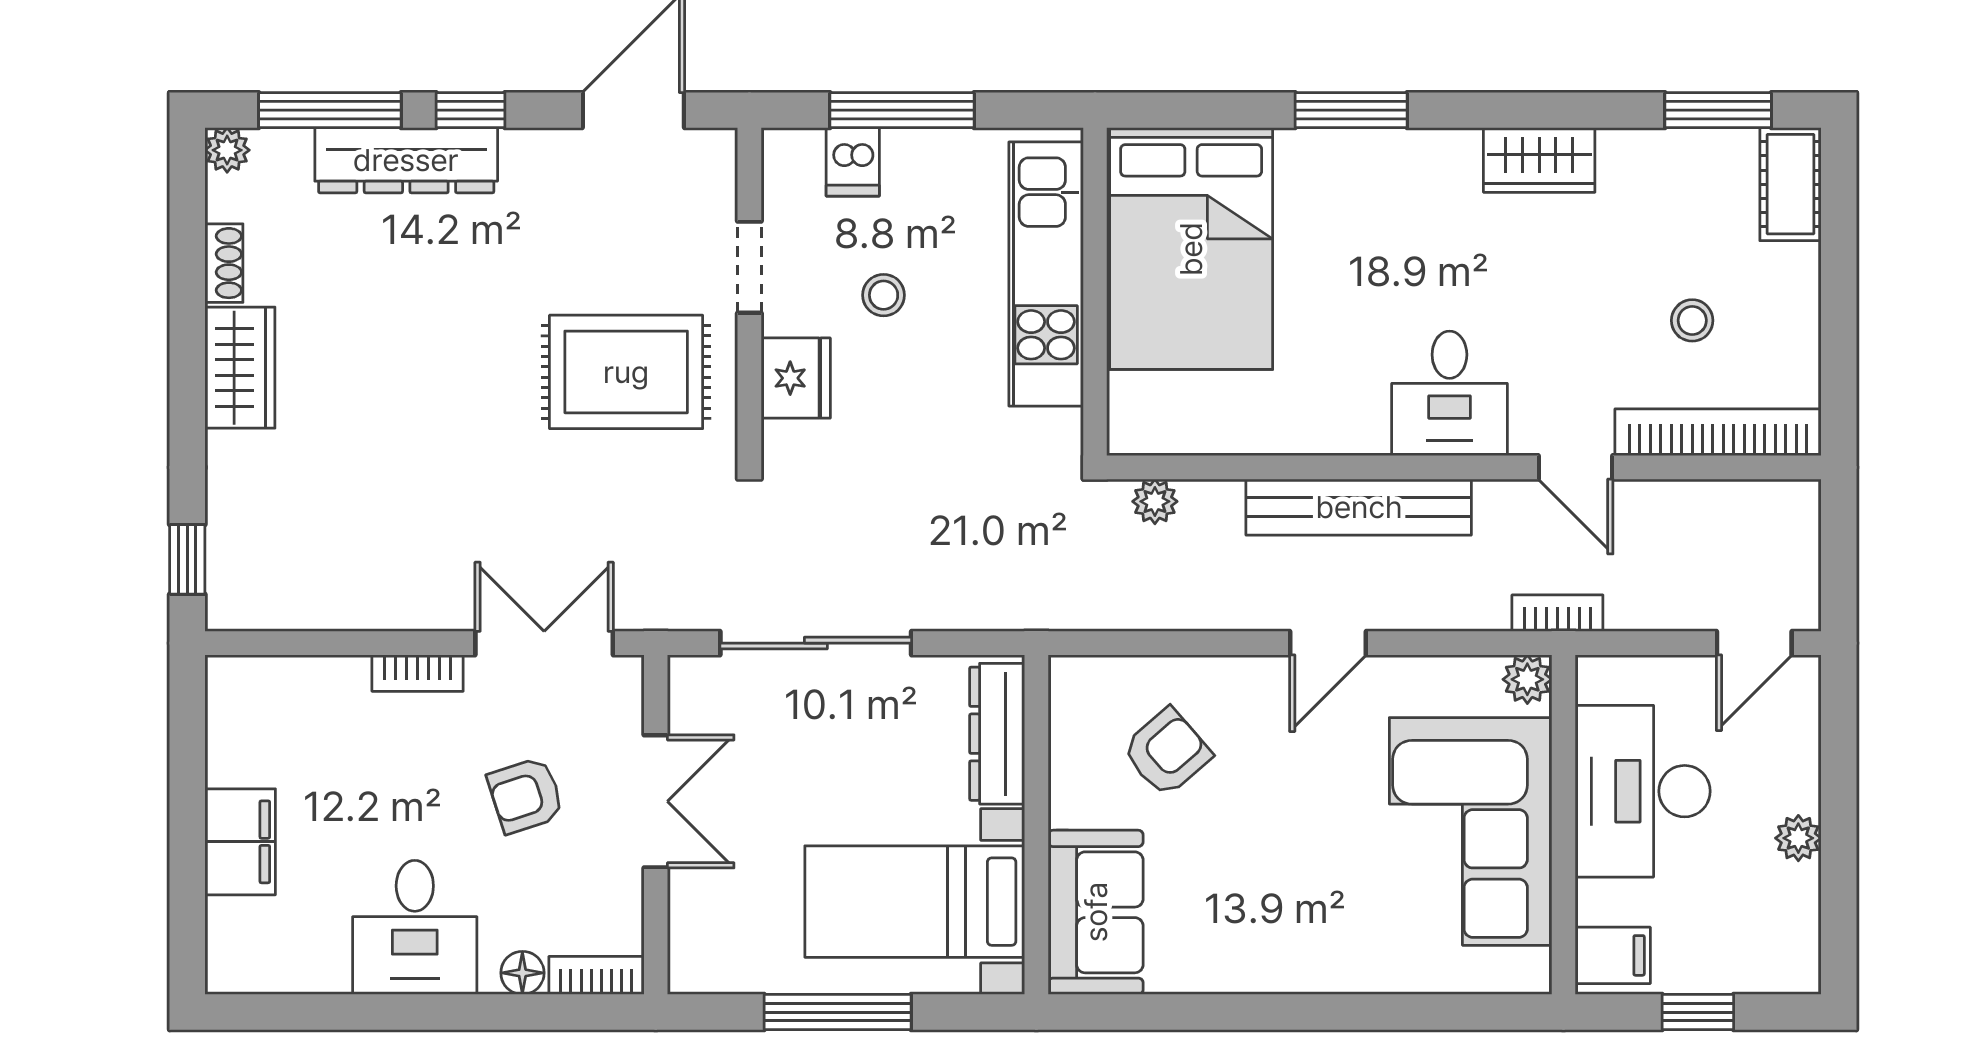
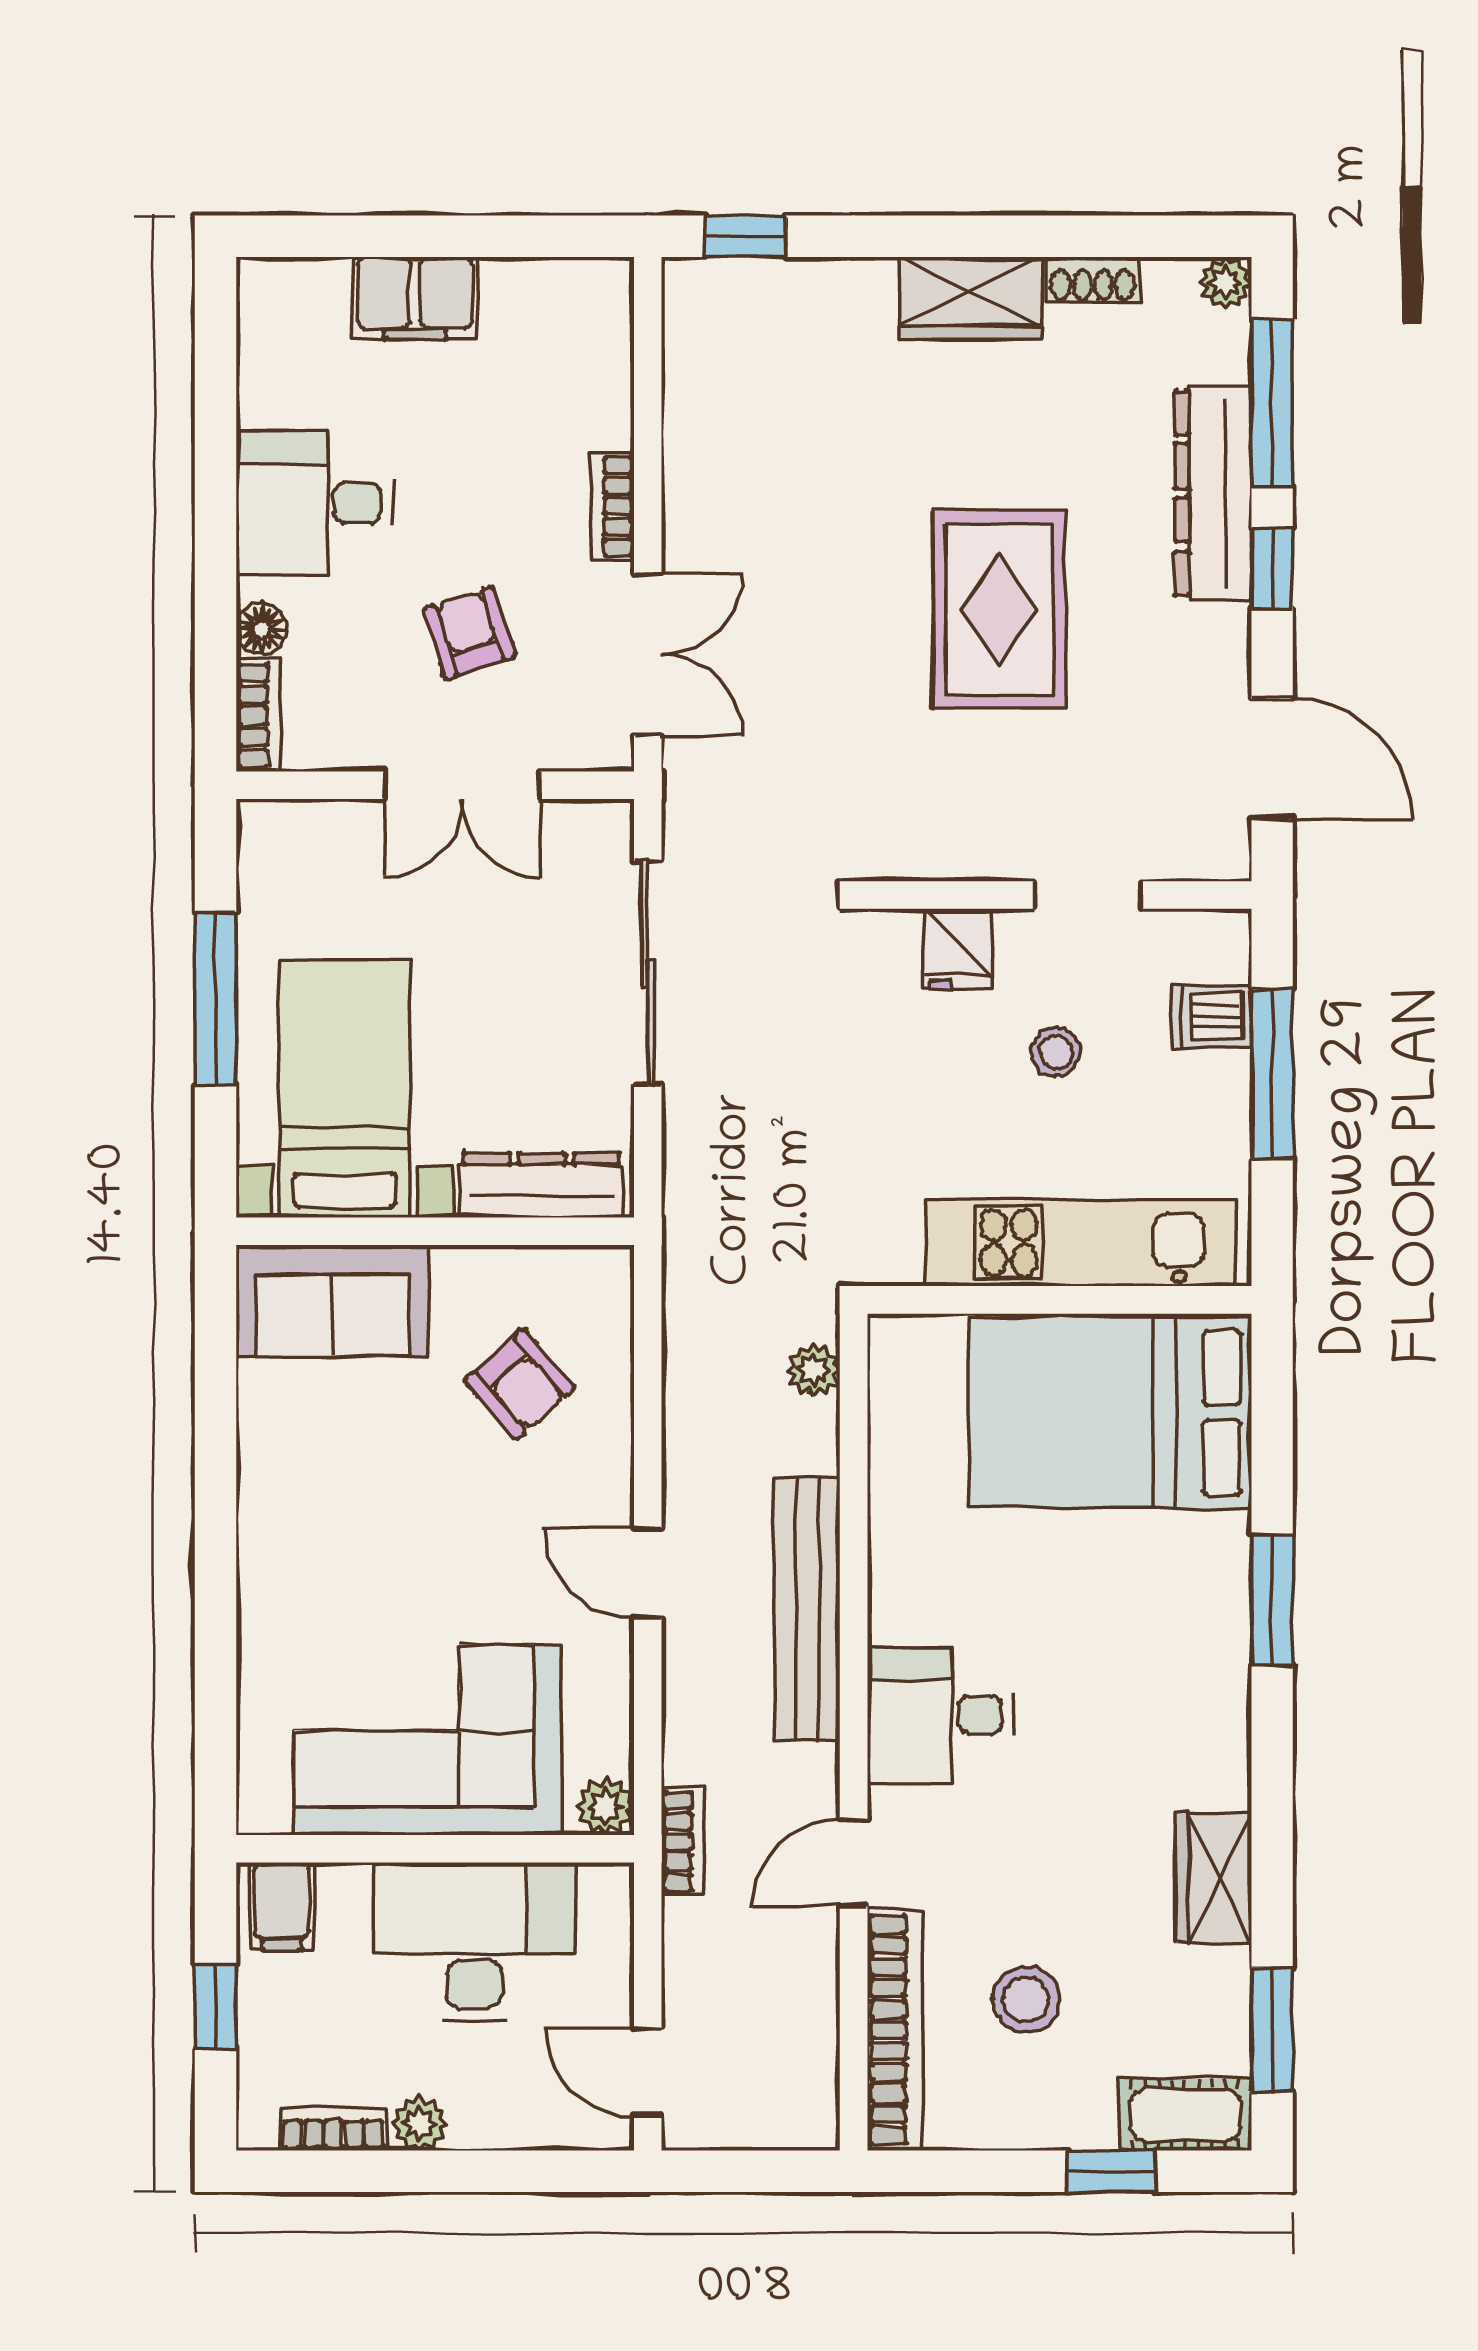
wardrobe: (1539, 160) -> (1214, 1878), moved
window: (1839, 247) -> (1111, 2171), added
stool: (1692, 320) -> (1026, 2000), width x1.37, depth x1.37
rug: (626, 372) -> (999, 609), moved
fridge: (796, 378) -> (958, 949), width x0.72
bookcase: (1803, 911) -> (334, 2129), added

